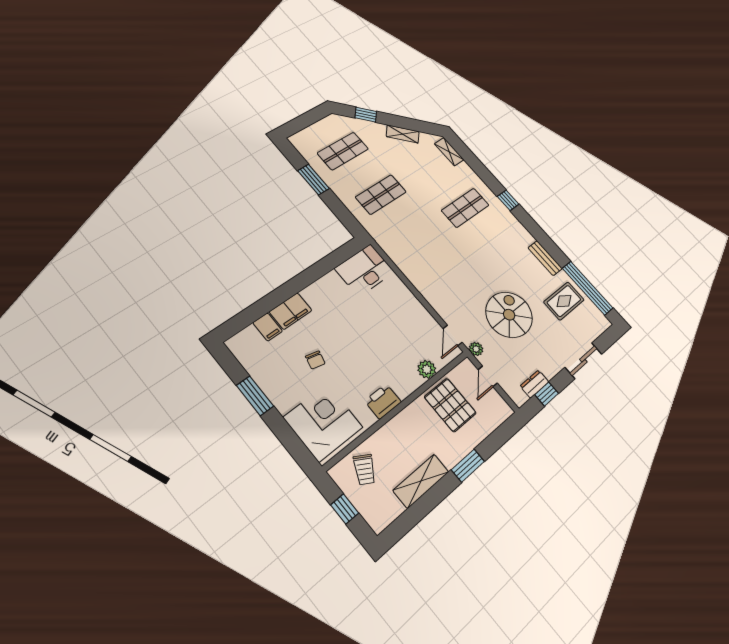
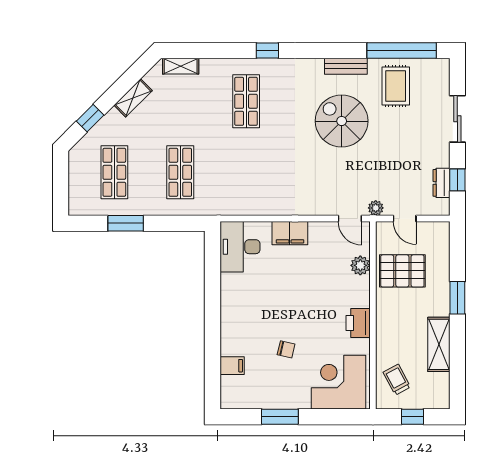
filing cabinet: (291, 311) -> (290, 233), moved, turned 90
spiral stairs: (509, 315) -> (342, 121), moved
trolley: (364, 469) -> (397, 380), turned -148

